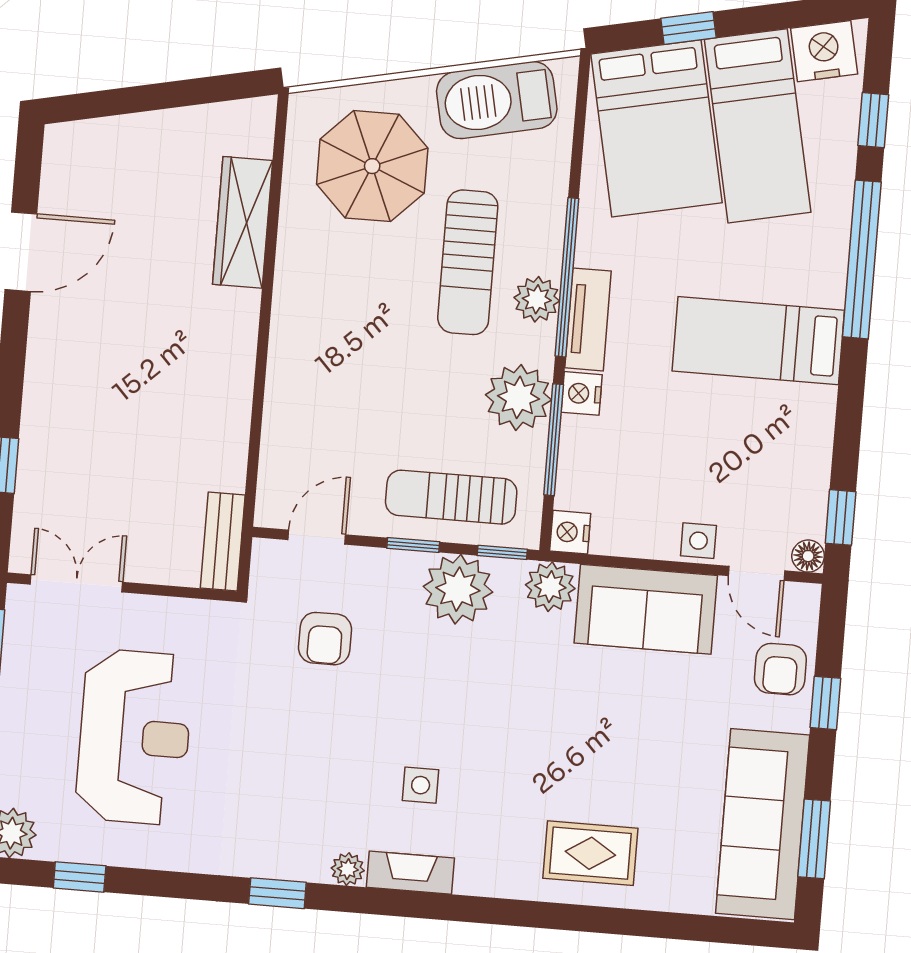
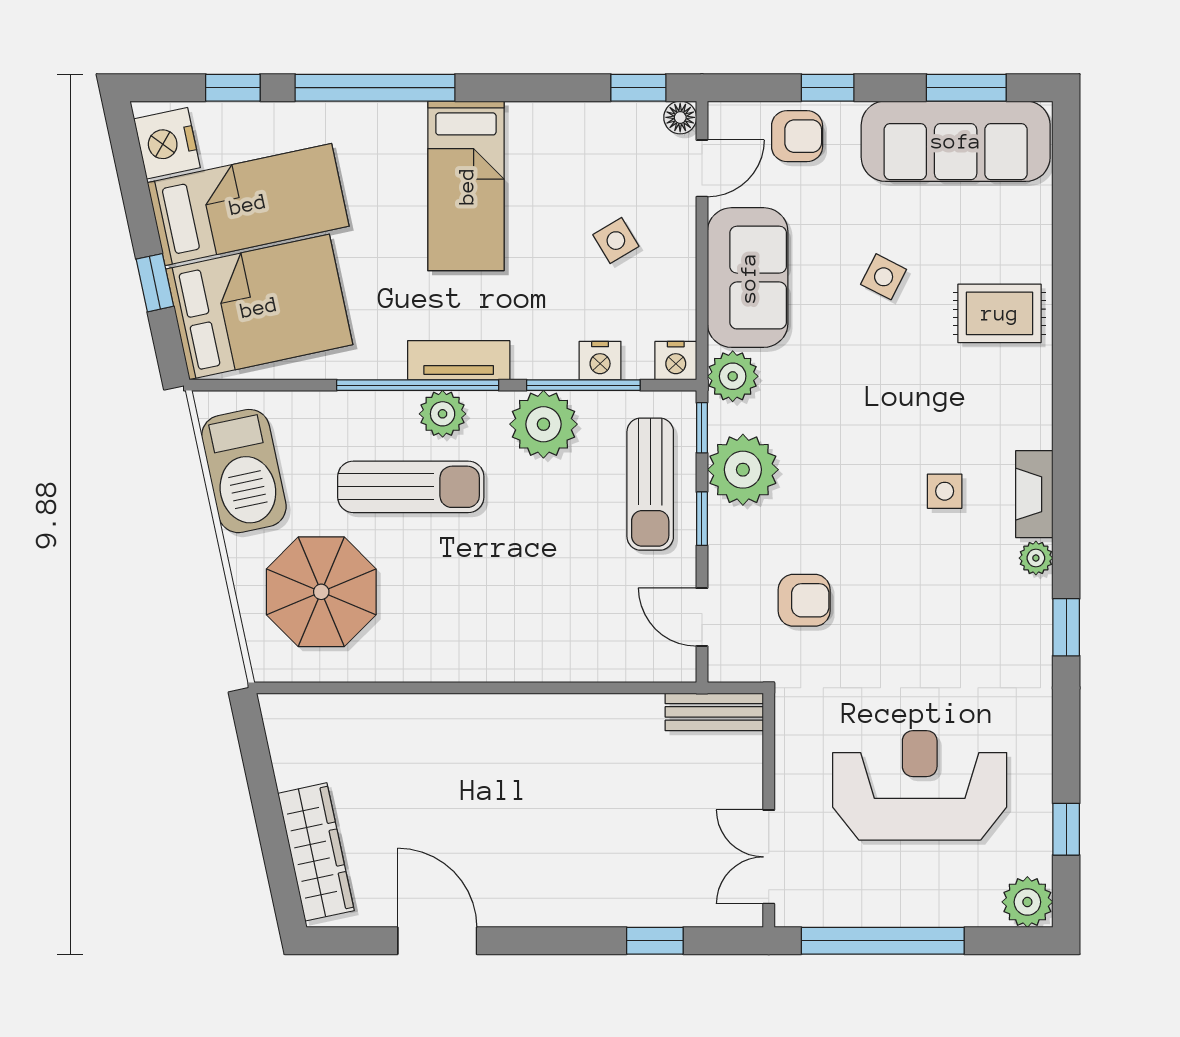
wardrobe: (243, 222) -> (316, 852), moved, turned -102
nightstand: (582, 393) -> (600, 361), moved
side table: (698, 541) -> (616, 241), moved, turned -31
side table: (636, 743) -> (884, 277), added
rug: (590, 853) -> (1000, 313), turned 90

